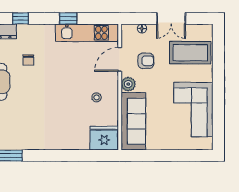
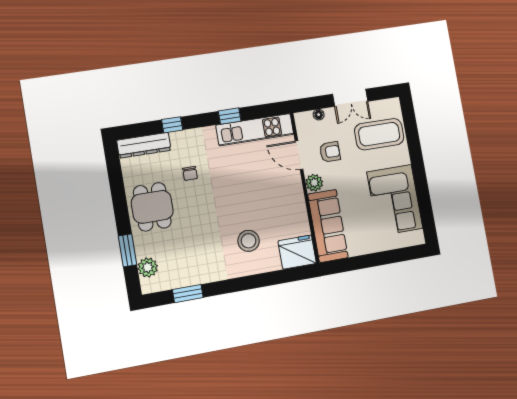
door: (120, 59) -> (299, 155), hinge flipped
stool: (97, 97) -> (249, 241), moved, width x1.89, depth x1.89

